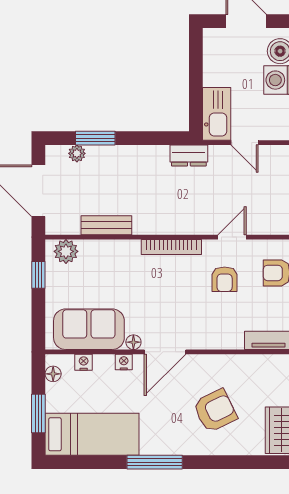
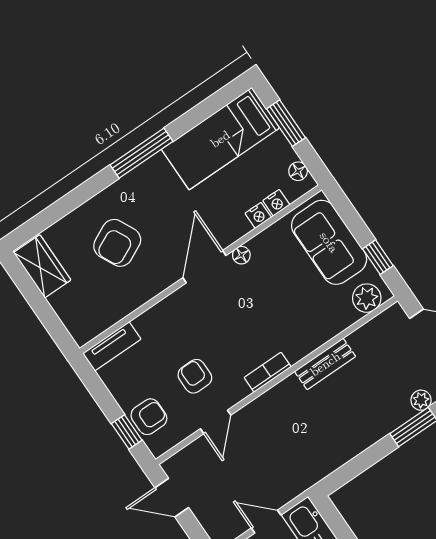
dresser: (189, 155) -> (311, 472), removed
bench: (106, 225) -> (325, 364), moved
bookcase: (171, 247) -> (268, 372), width x0.64
sofa: (89, 329) -> (329, 242), moved, turned 90
nightstand: (124, 362) -> (258, 215), moved

